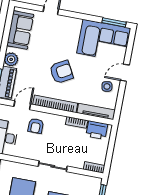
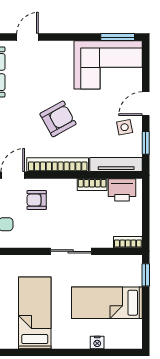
window: (120, 100) -> (146, 143), added
armchair: (36, 126) -> (37, 200), turned 90

